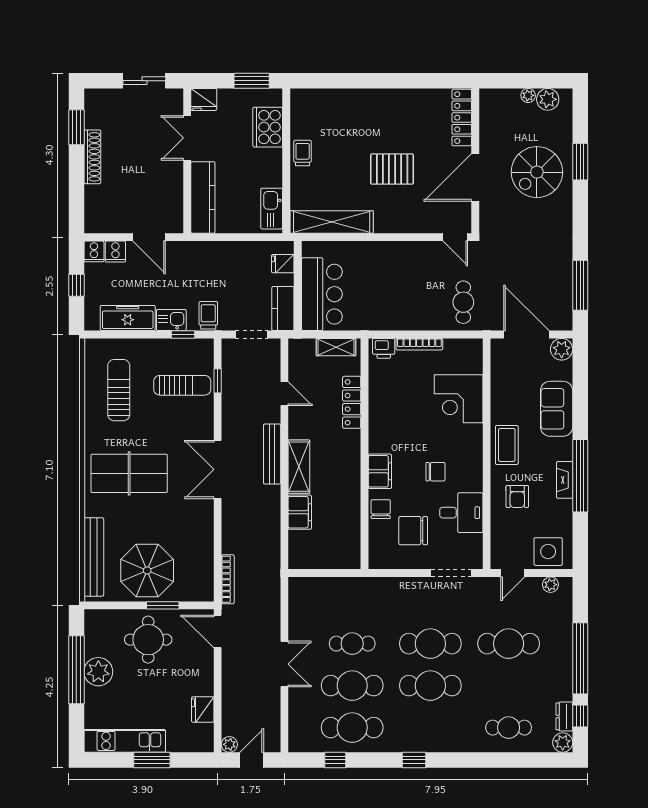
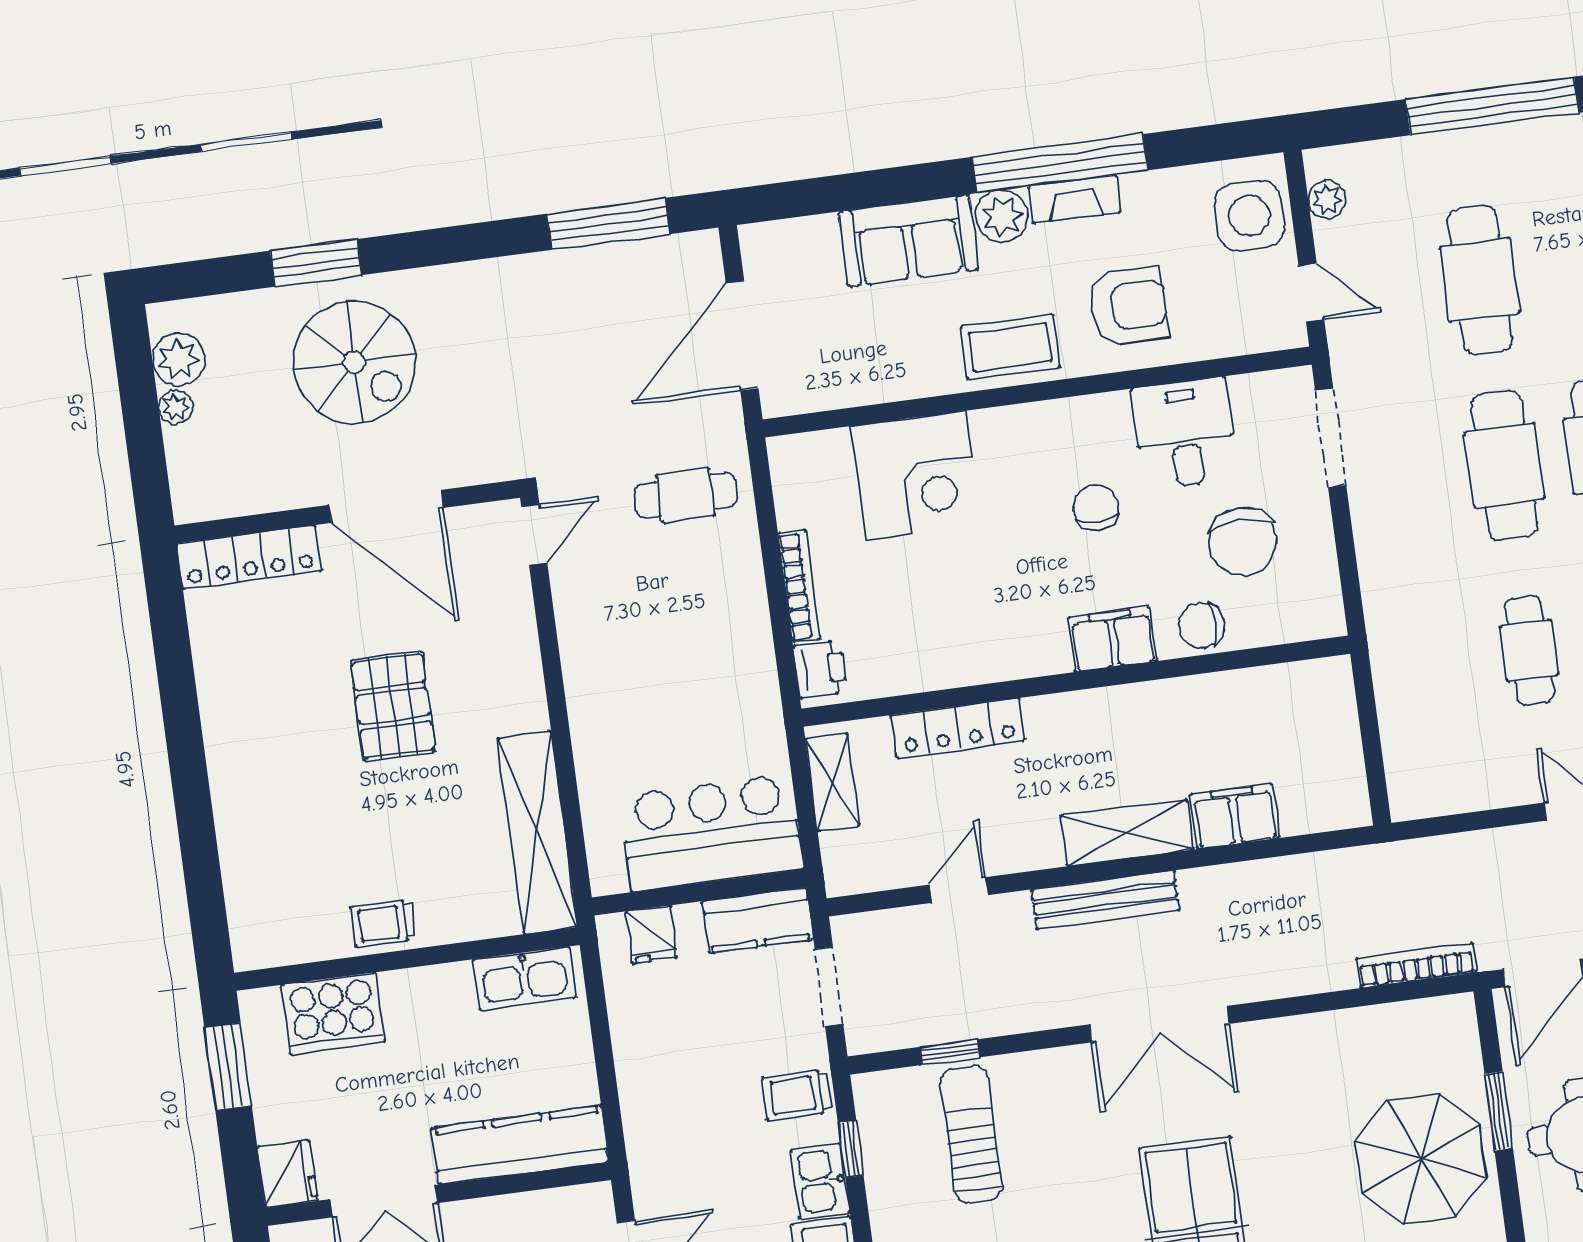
plant: (562, 349) -> (1002, 216), moved
armchair: (517, 496) -> (1129, 306), width x1.38, depth x1.38

